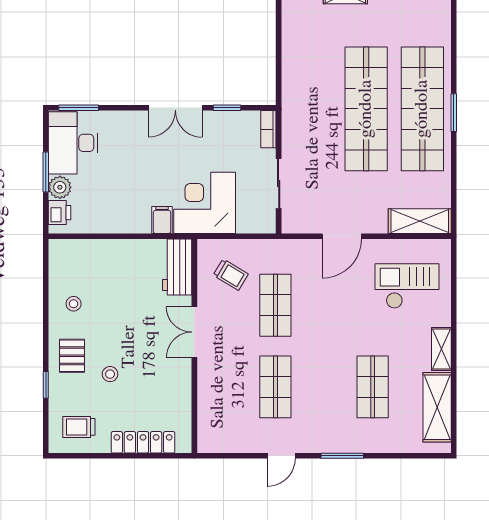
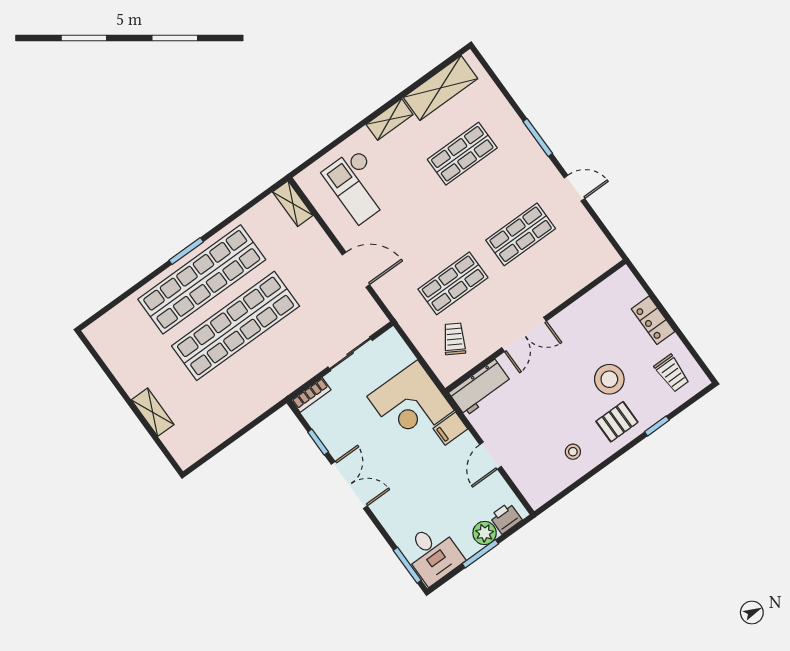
desk: (73, 143) -> (433, 554), width x0.73
shelving: (420, 221) -> (293, 204), width x0.67, depth x0.75
door: (118, 236) -> (490, 456), added
stool: (110, 374) -> (609, 379), width x1.89, depth x1.89
locker: (143, 442) -> (653, 320), width x0.66

